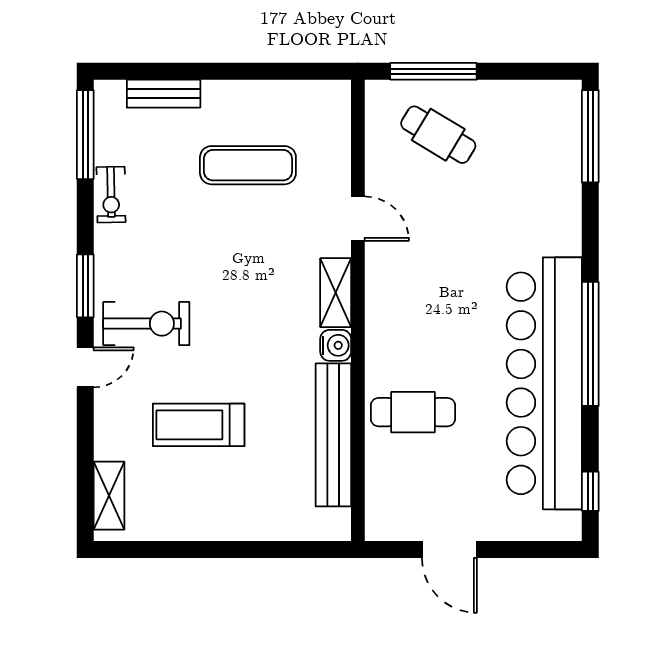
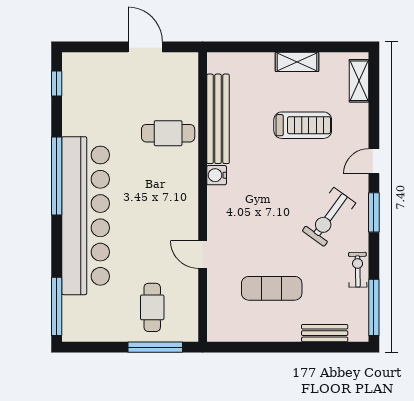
cafe table: (438, 135) -> (152, 307), turned 59
shelving: (336, 293) -> (297, 62), moved, turned 90
exercise bike: (146, 324) -> (329, 217), moved, turned -54
bar counter: (544, 383) -> (86, 216), moved

